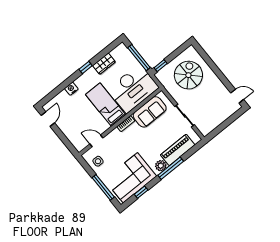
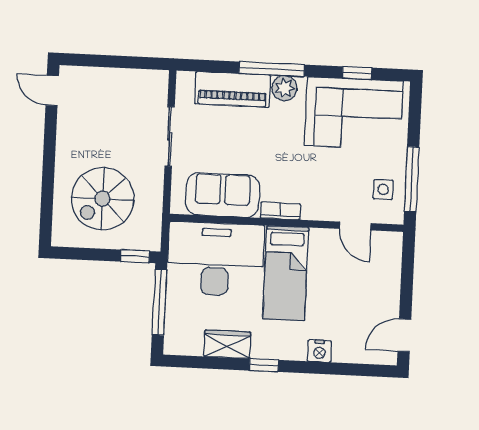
window: (103, 187) -> (412, 179), moved

